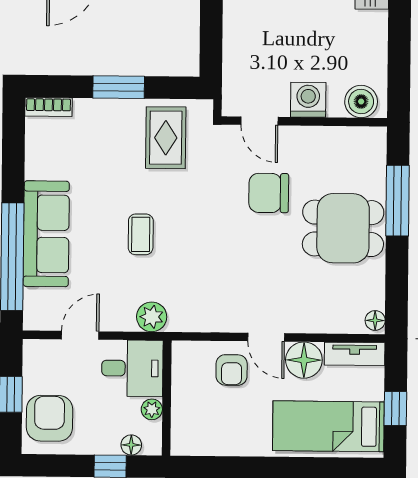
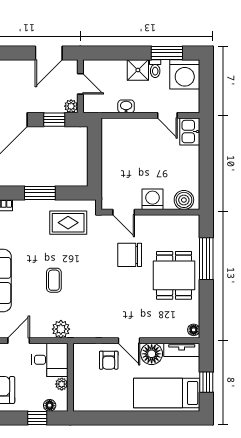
rug: (166, 138) -> (68, 223), turned 90
dining table: (343, 228) -> (174, 275), turned 90

